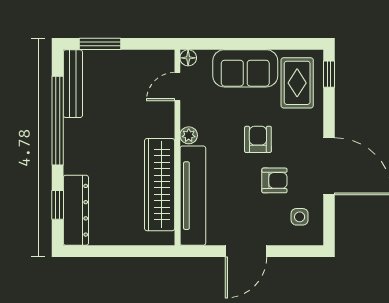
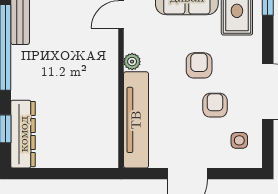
armchair: (274, 180) -> (215, 105), turned -90
wardrobe: (160, 185) -> (104, 109), removed

